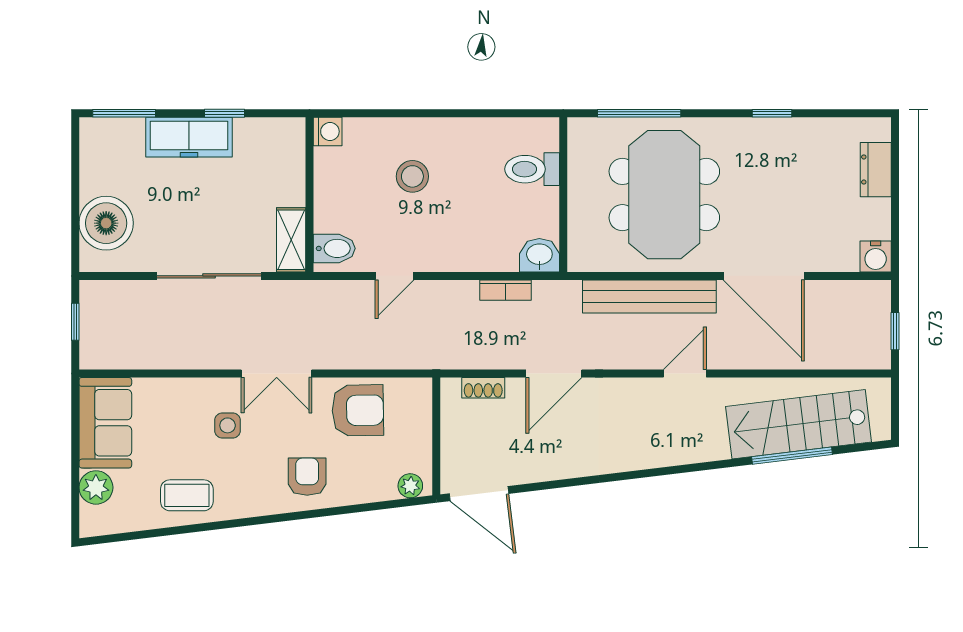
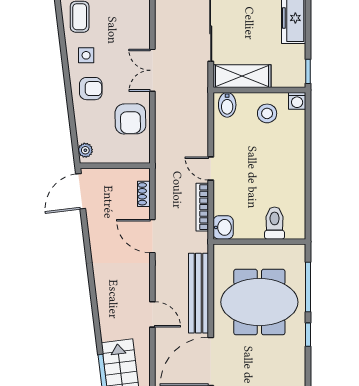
window: (224, 113) -> (308, 71), moved
window: (772, 113) -> (308, 335), moved
stool: (412, 176) -> (267, 113), moved
shelving: (291, 240) -> (242, 76), width x1.50, depth x1.33
door: (395, 276) -> (211, 169), moved
bookcase: (505, 290) -> (202, 207), width x1.56
side table: (228, 425) -> (86, 55), moved

